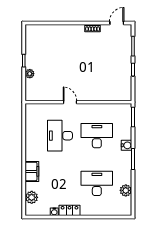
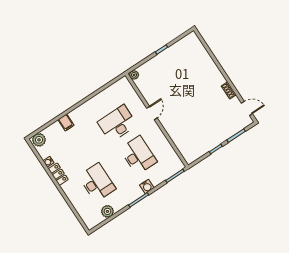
plant: (30, 74) -> (134, 75), moved
filing cabinet: (32, 171) -> (66, 123), width x0.50
plant: (32, 197) -> (39, 140), moved

